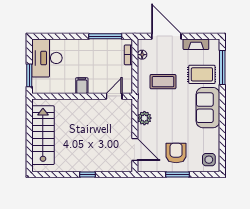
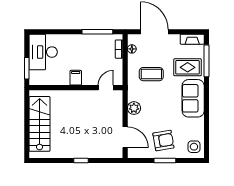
fireplace: (196, 44) -> (192, 39), moved
armchair: (176, 153) -> (163, 140), turned 80

